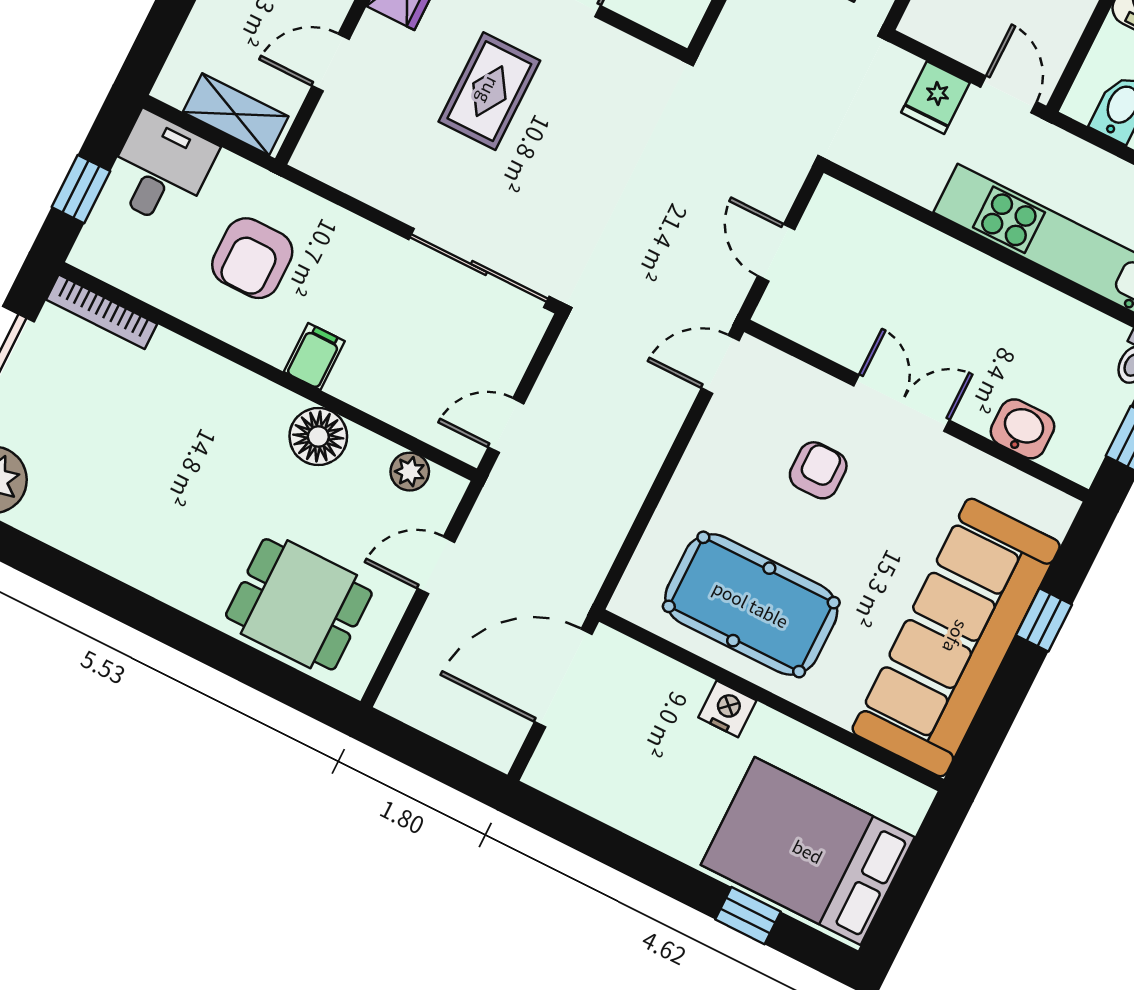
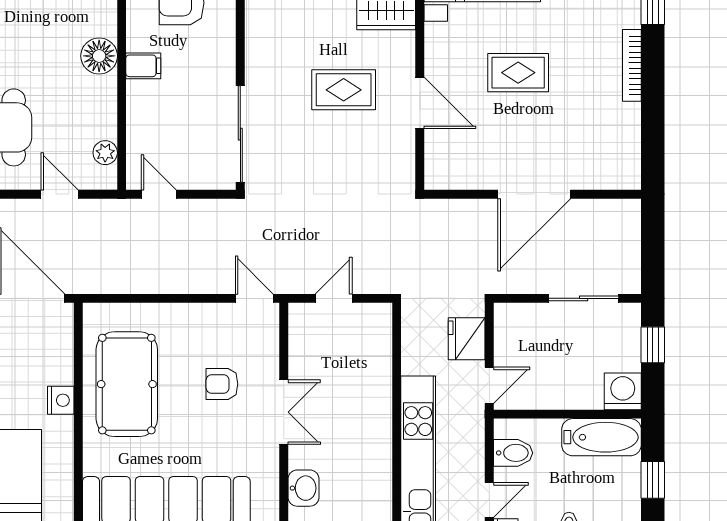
fridge: (935, 98) -> (467, 339), width x1.38
floor lamp: (318, 437) -> (99, 56), moved
armchair: (818, 470) -> (222, 384), turned 180

